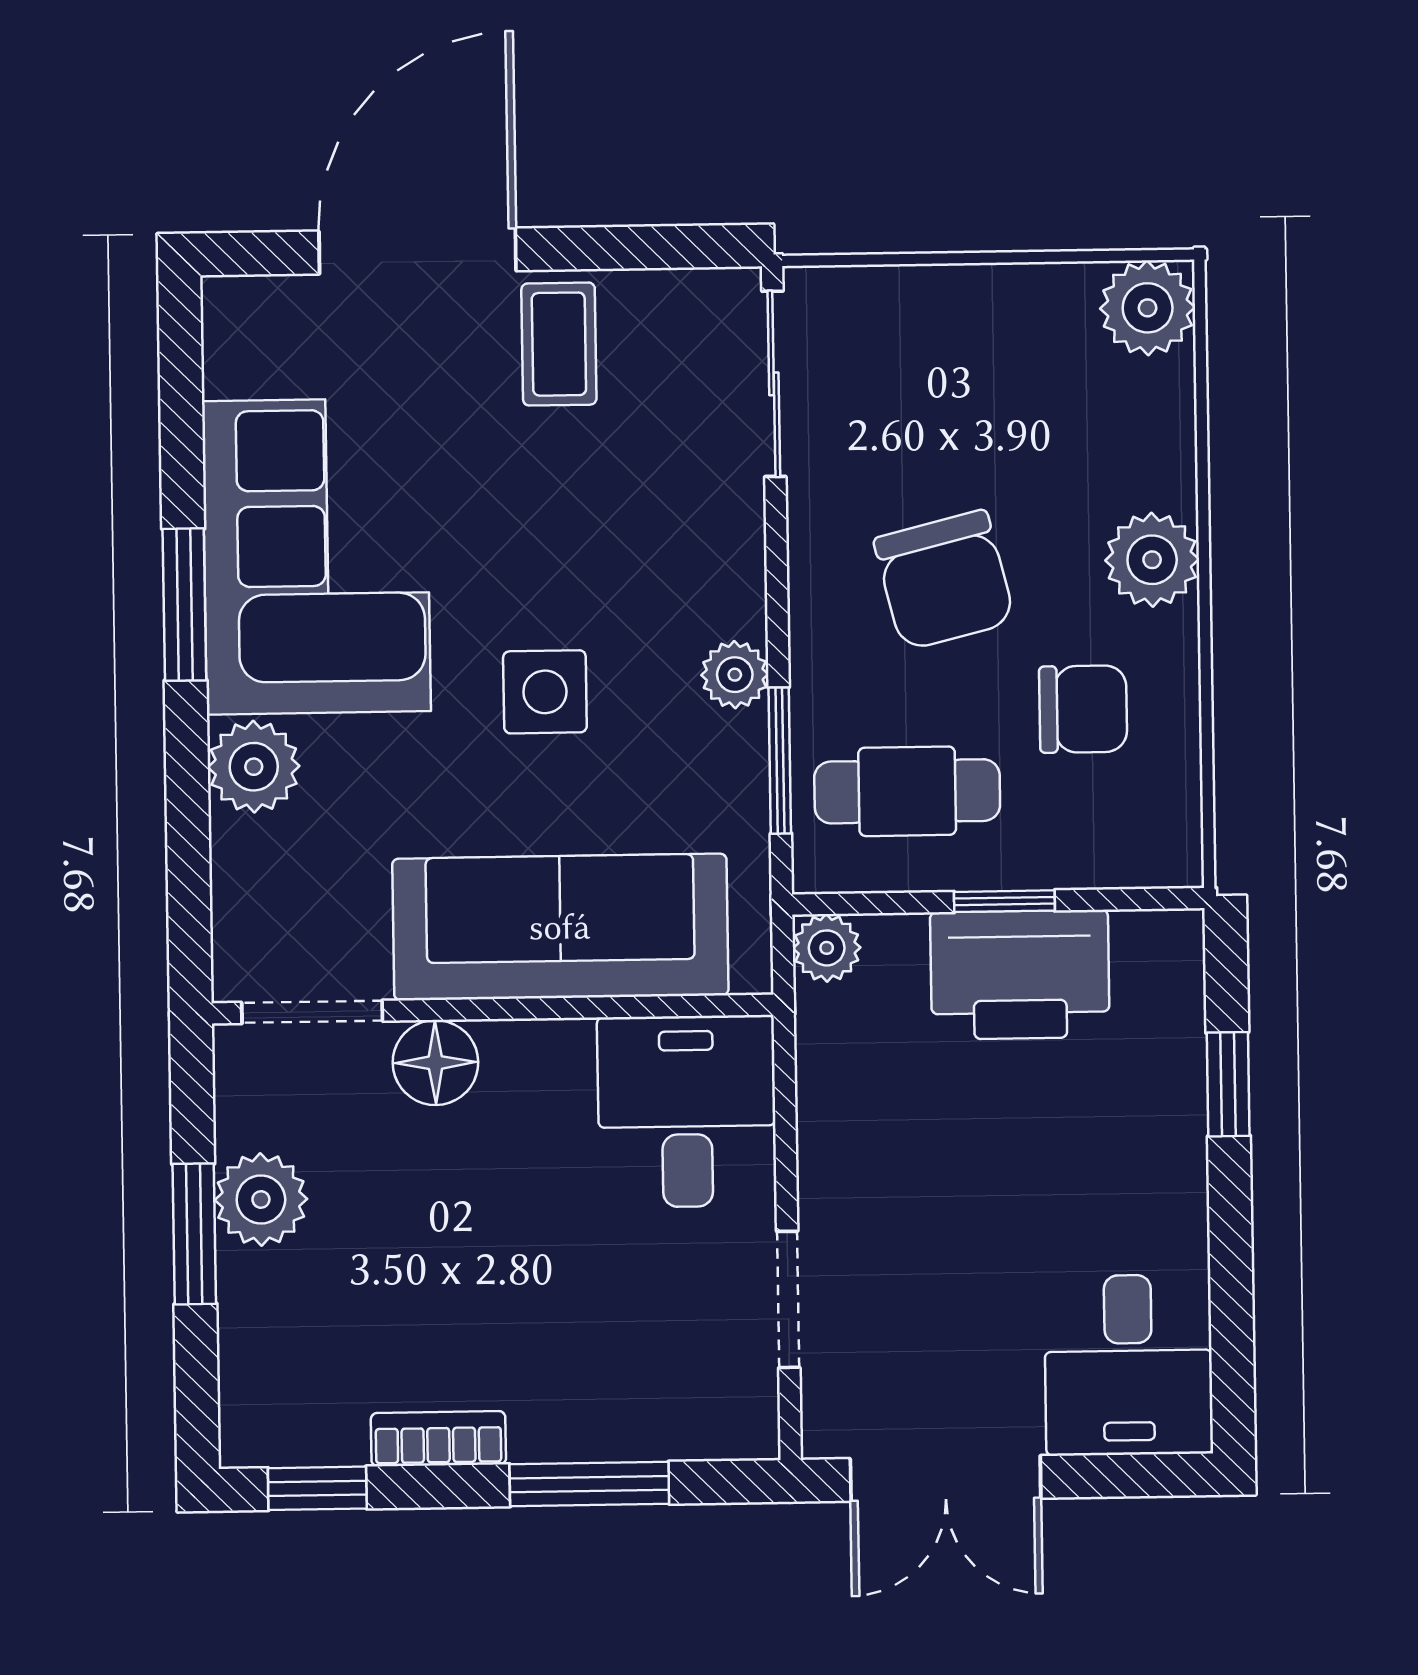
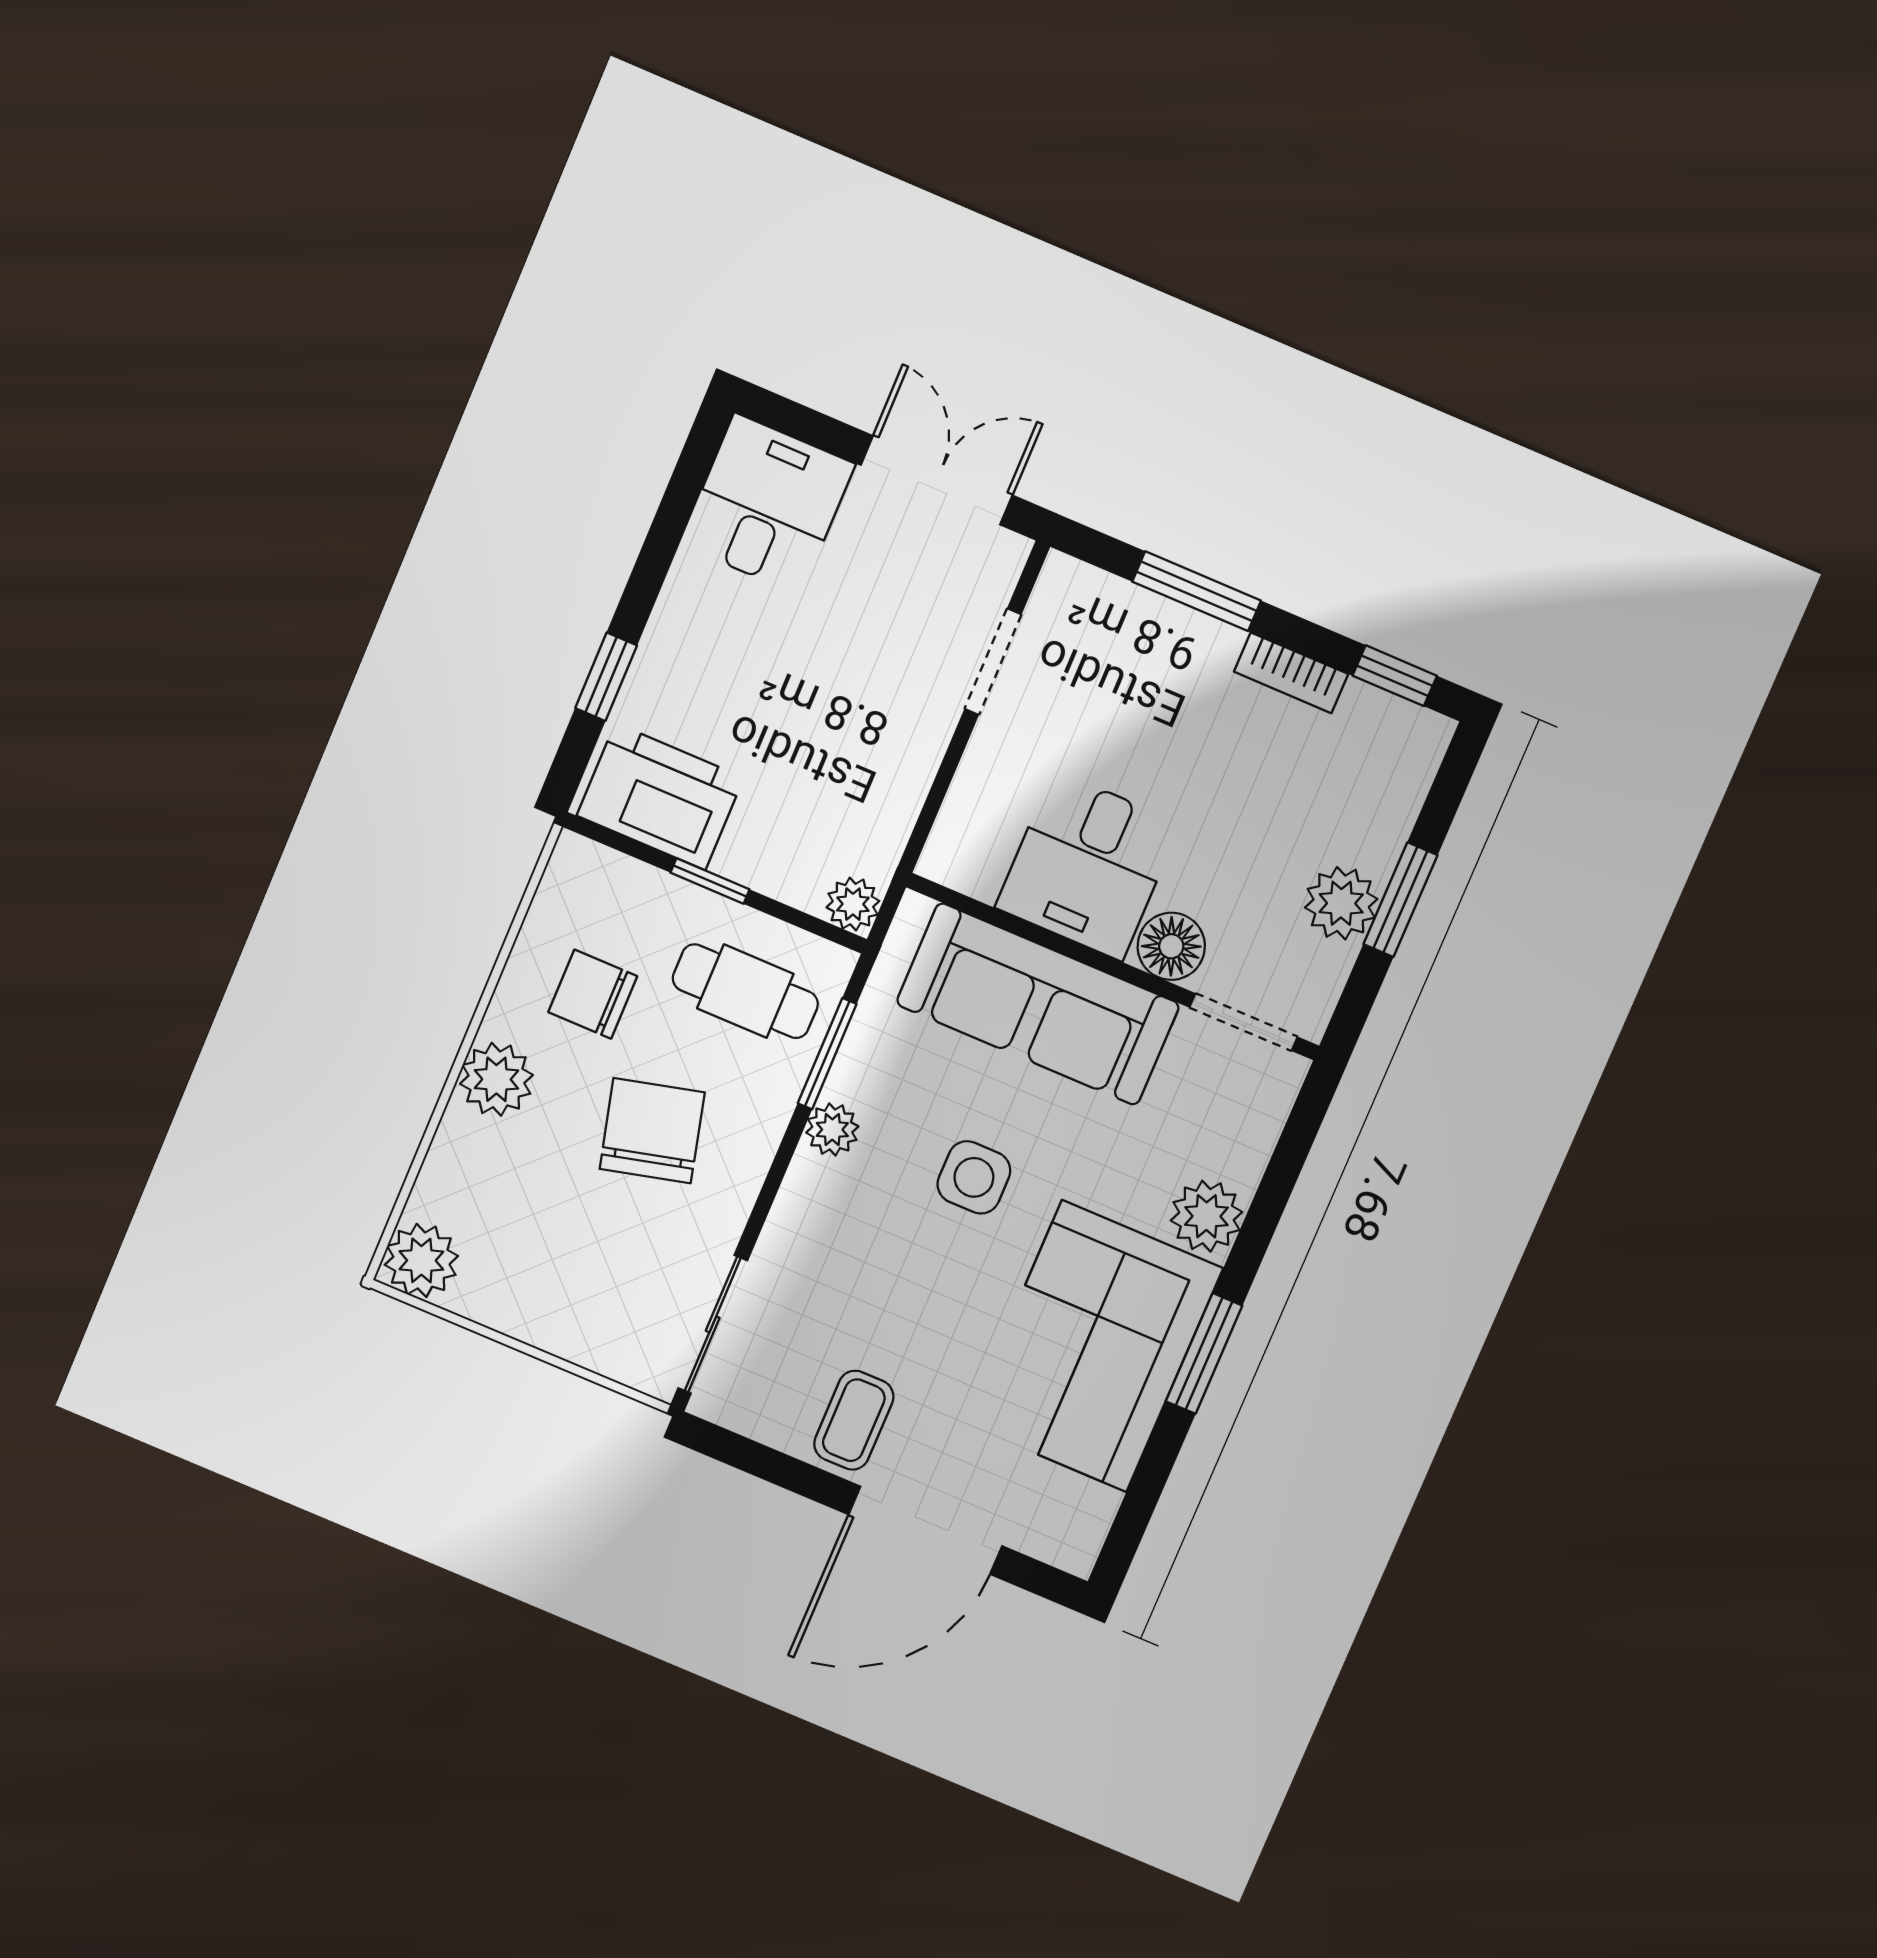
printer: (1020, 975) -> (660, 797), moved
desk: (687, 1111) -> (1088, 865), moved

